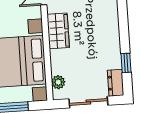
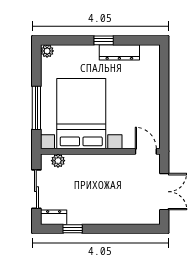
wardrobe: (58, 31) -> (109, 164), removed

